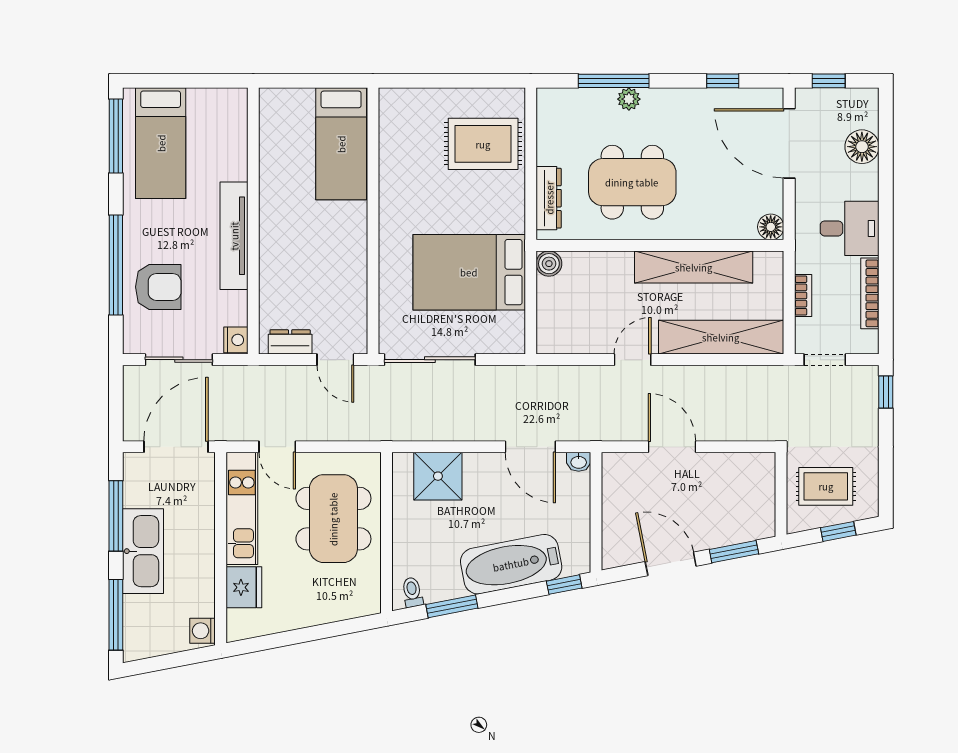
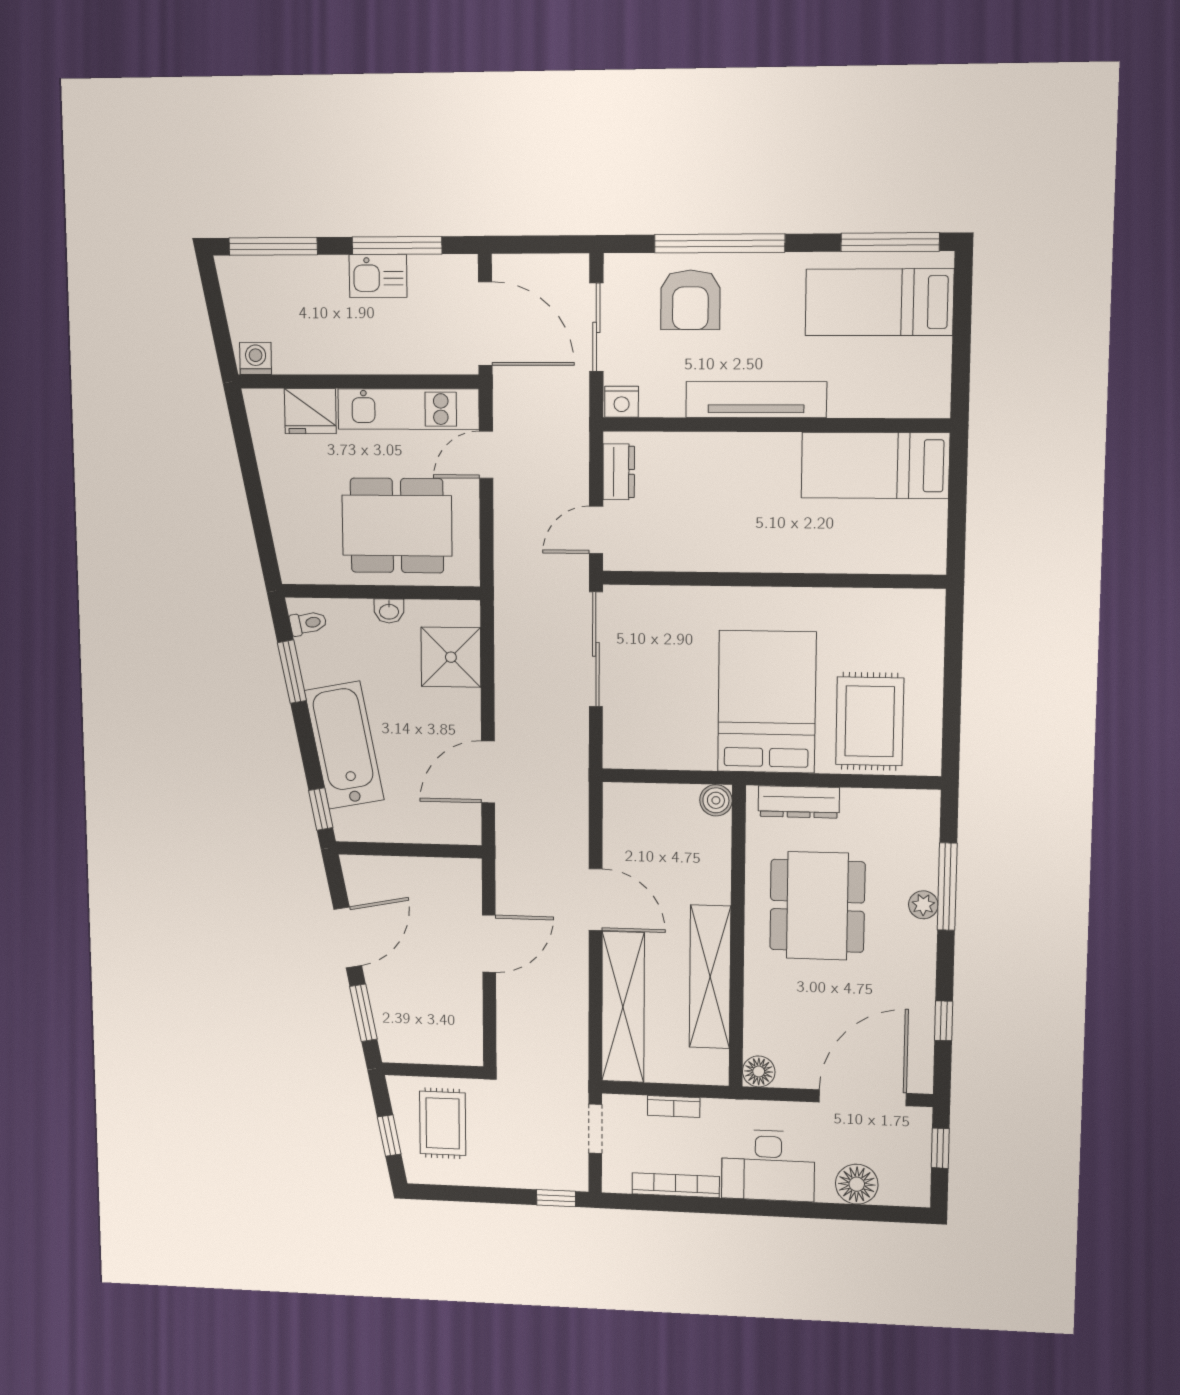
bed: (341, 144) -> (875, 465), moved
desk: (850, 228) -> (768, 1166), width x1.37
bed: (469, 272) -> (767, 702), moved
door: (633, 360) -> (596, 900), width x1.38
washbasin: (579, 462) -> (389, 611), moved, turned -90
kitchen sink: (143, 551) -> (378, 276), width x0.53, depth x0.81

